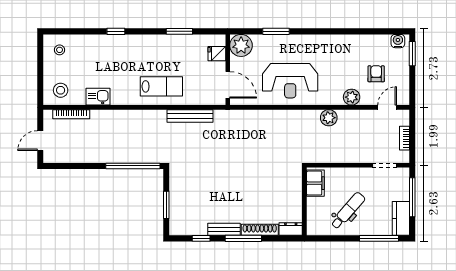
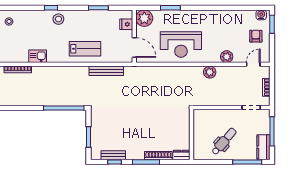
armchair: (376, 74) -> (256, 36), moved
stool: (61, 90) -> (58, 19), moved
filing cabinet: (315, 183) -> (200, 121), removed
bench: (224, 229) -> (113, 155), moved

